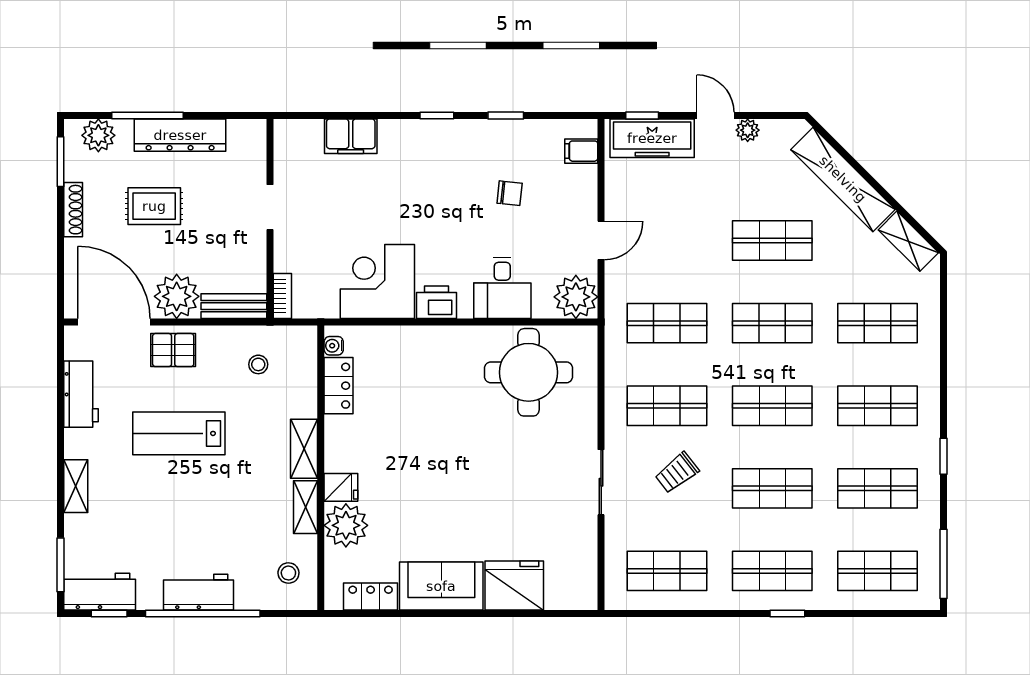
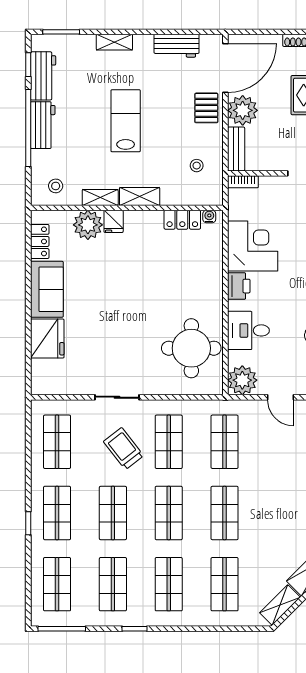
shop shelf: (772, 241) -> (280, 513), removed
lab bench: (179, 433) -> (126, 121), moved
trolley: (677, 473) -> (124, 449), width x1.36, depth x1.39
workbench: (100, 592) -> (43, 76), moved

